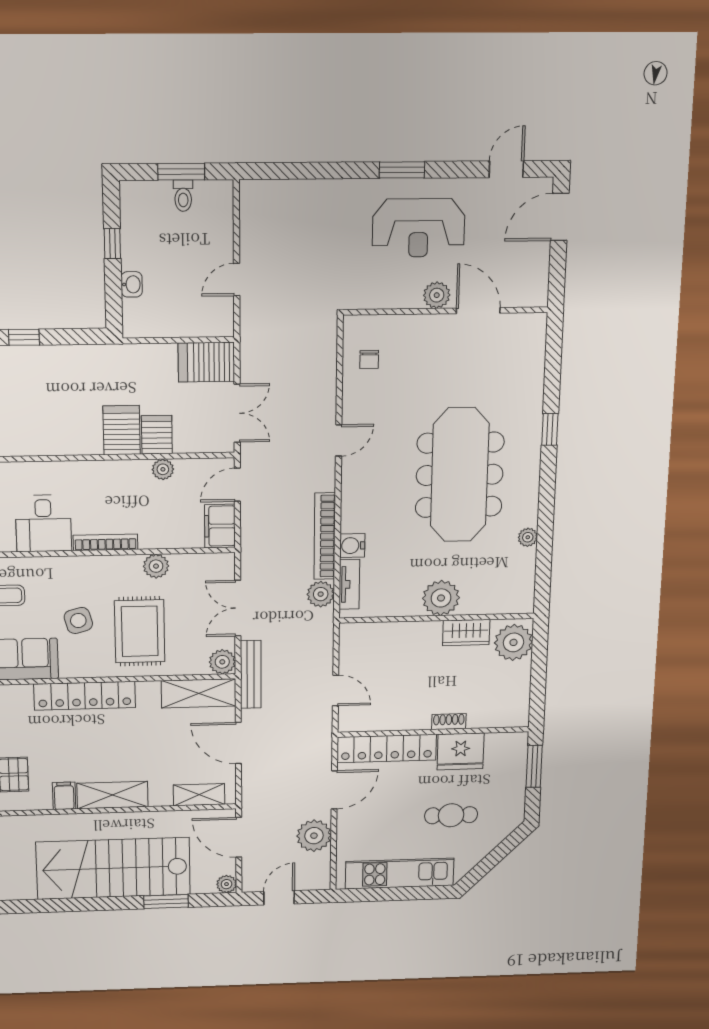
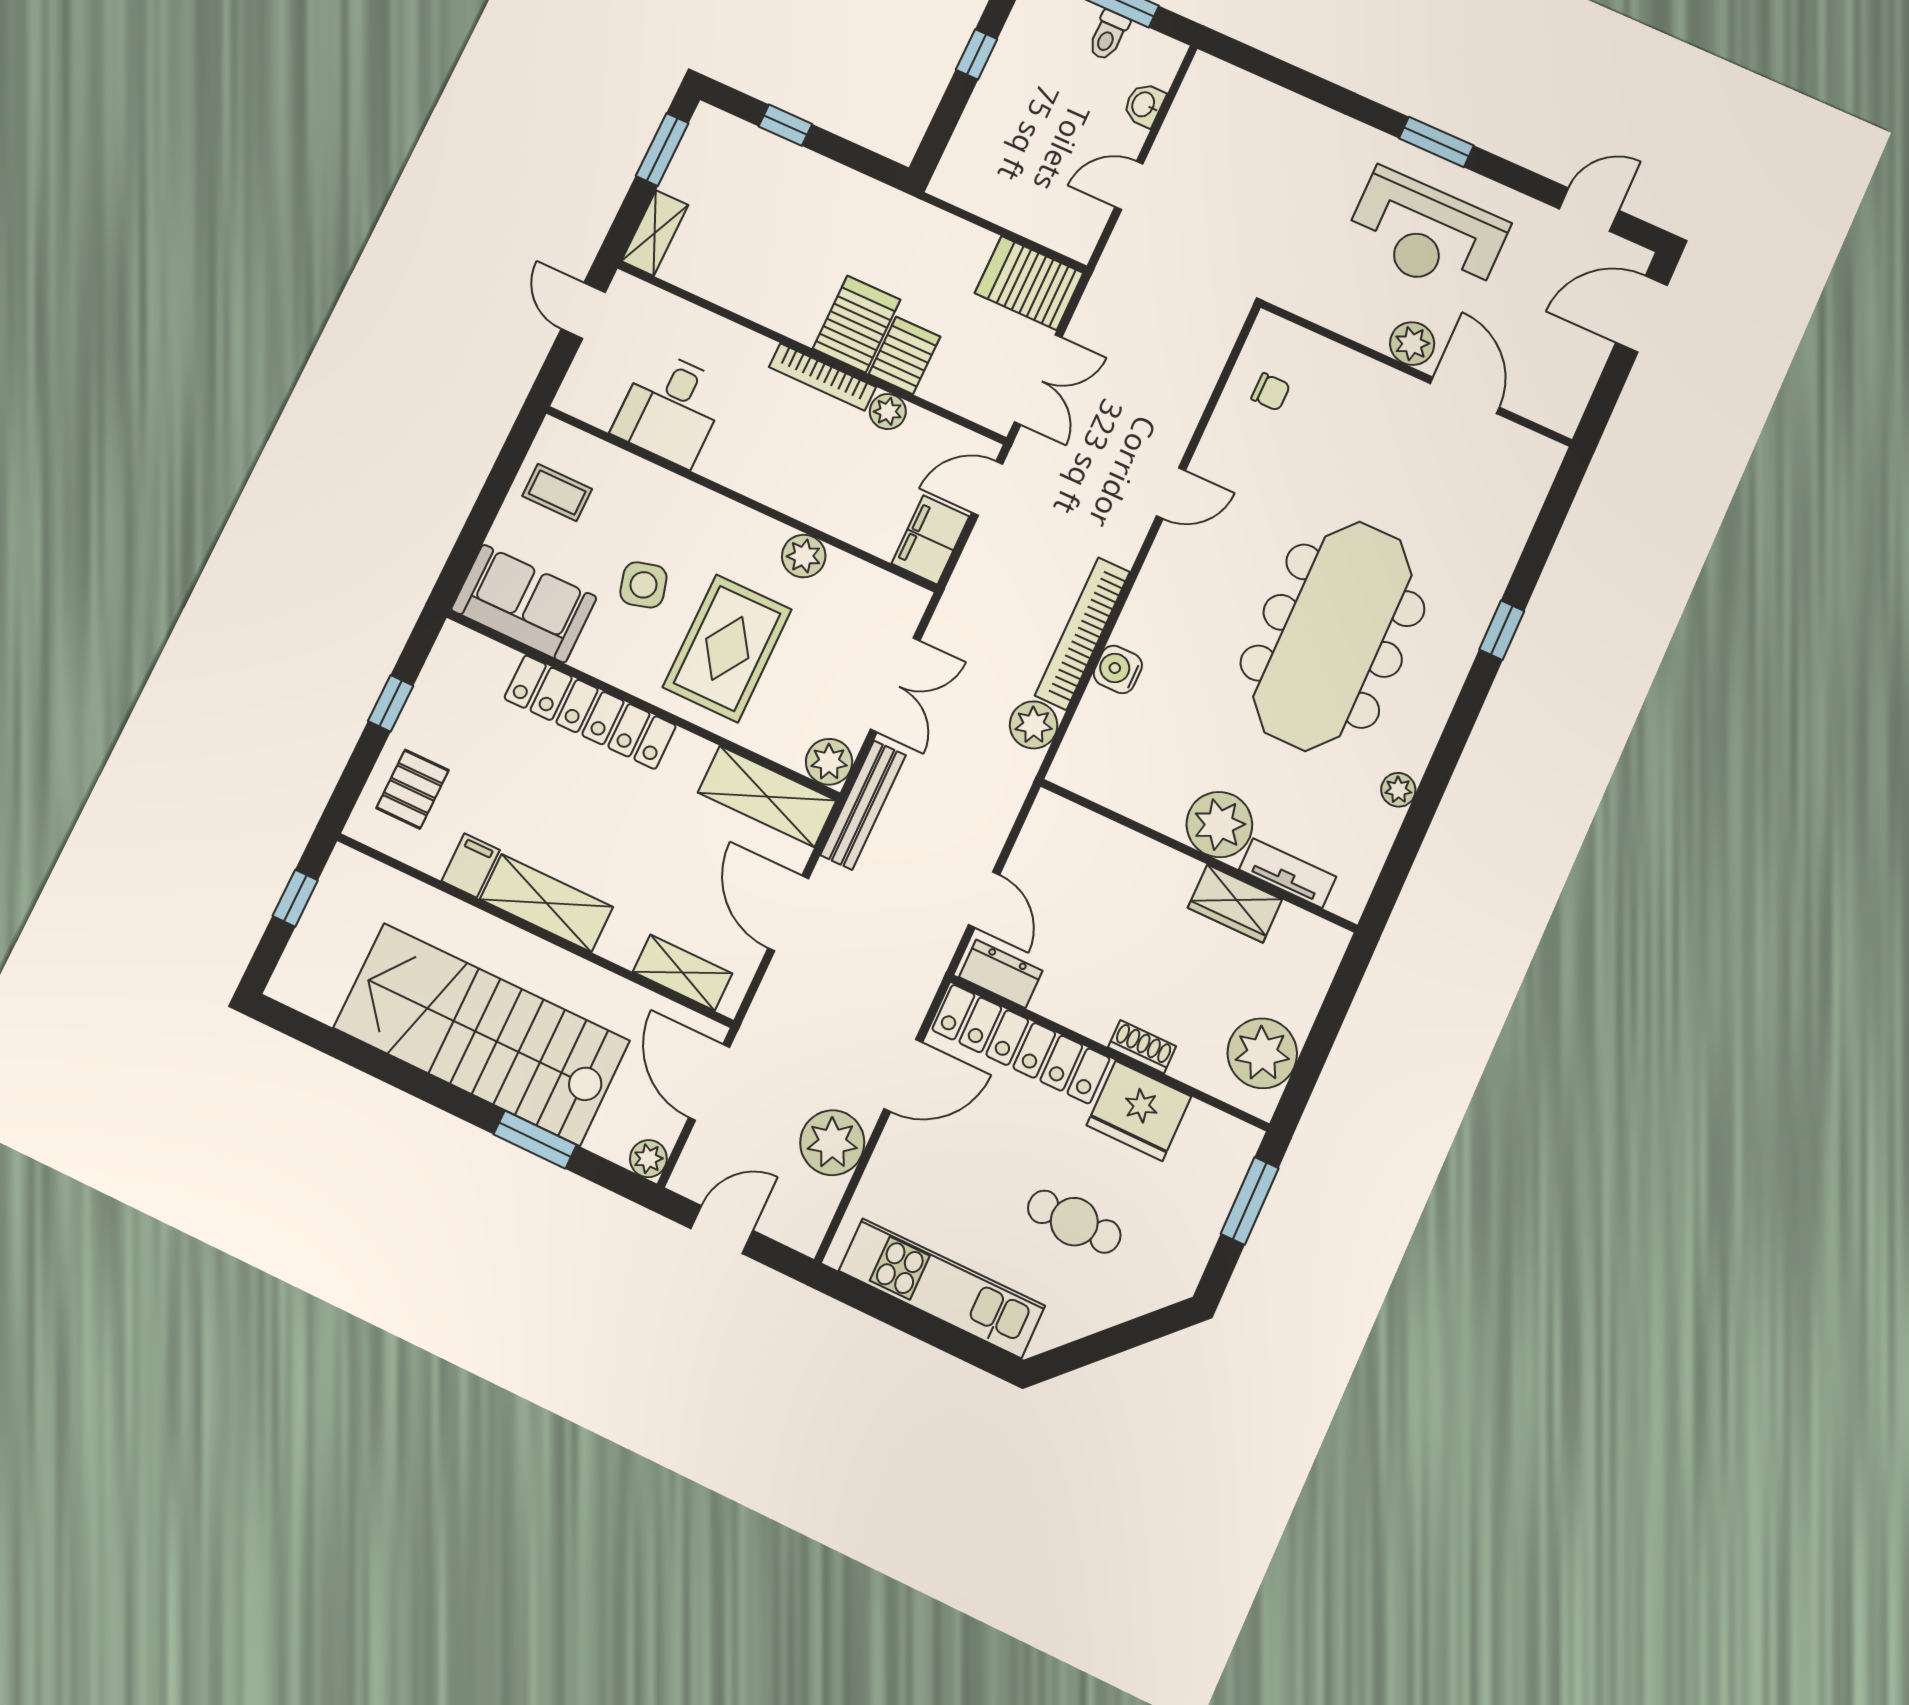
washbasin: (132, 284) -> (1144, 105), moved, turned 180
chair: (369, 359) -> (1271, 392), turned -90
bookcase: (105, 542) -> (822, 377), moved, turned 180
tv unit: (349, 584) -> (1288, 873), moved, turned -90
double door: (238, 608) -> (895, 685), swing flipped
plant: (513, 642) -> (1262, 1053), moved
dresser: (361, 721) -> (1001, 974), added

